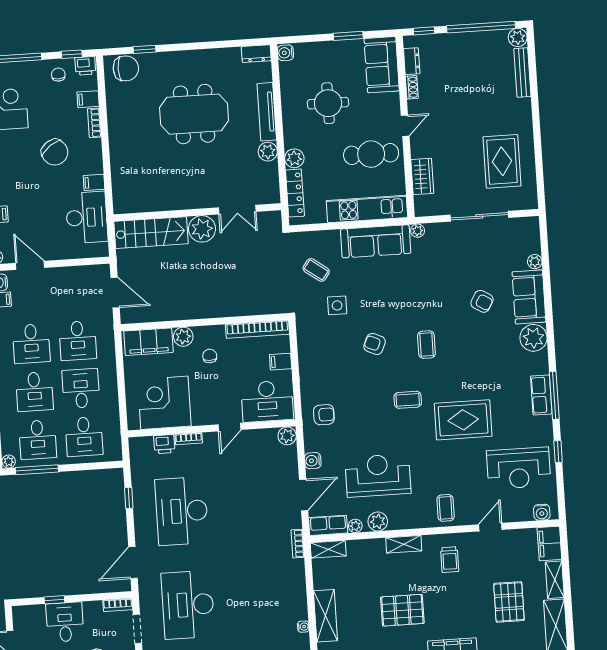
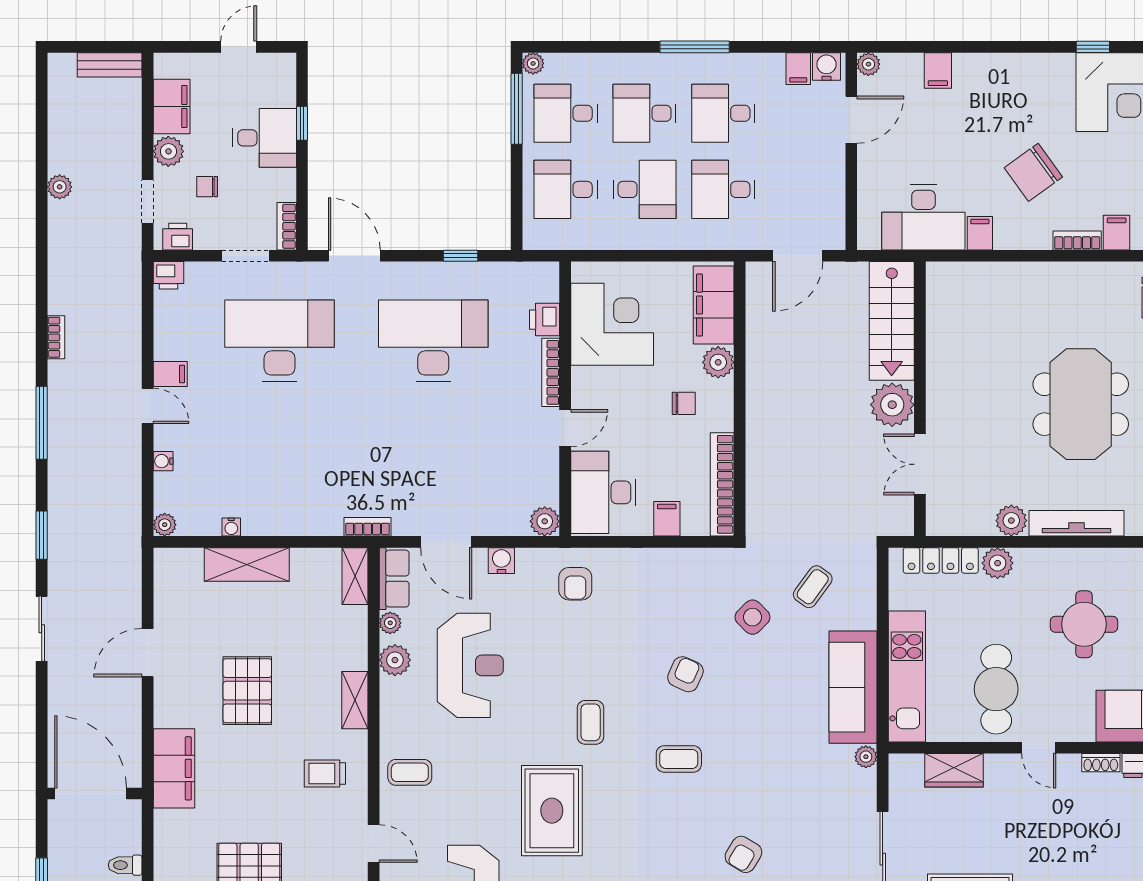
side table: (337, 305) -> (753, 617), turned 45
door: (229, 427) -> (565, 428), swing flipped
bookcase: (189, 439) -> (551, 372), width x1.56

